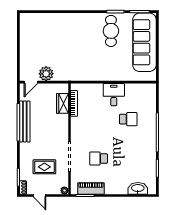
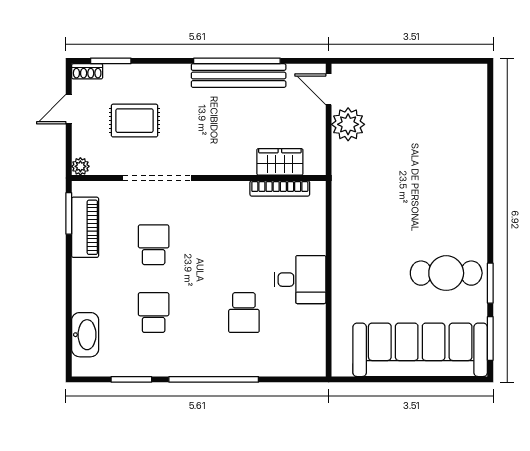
school desk: (128, 159) -> (154, 313), added
rug: (44, 167) -> (134, 121), turned 90

